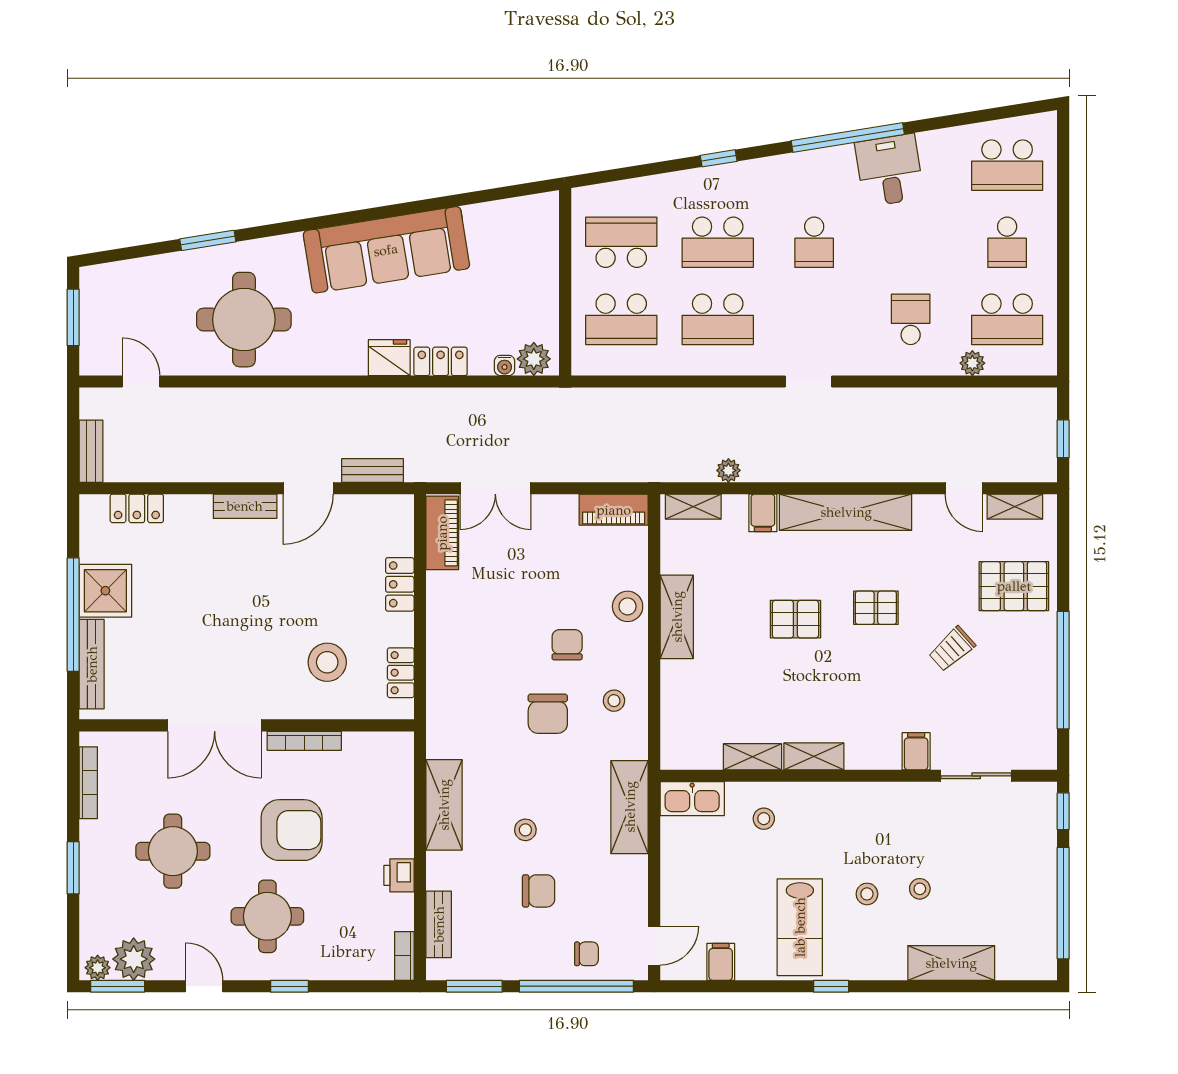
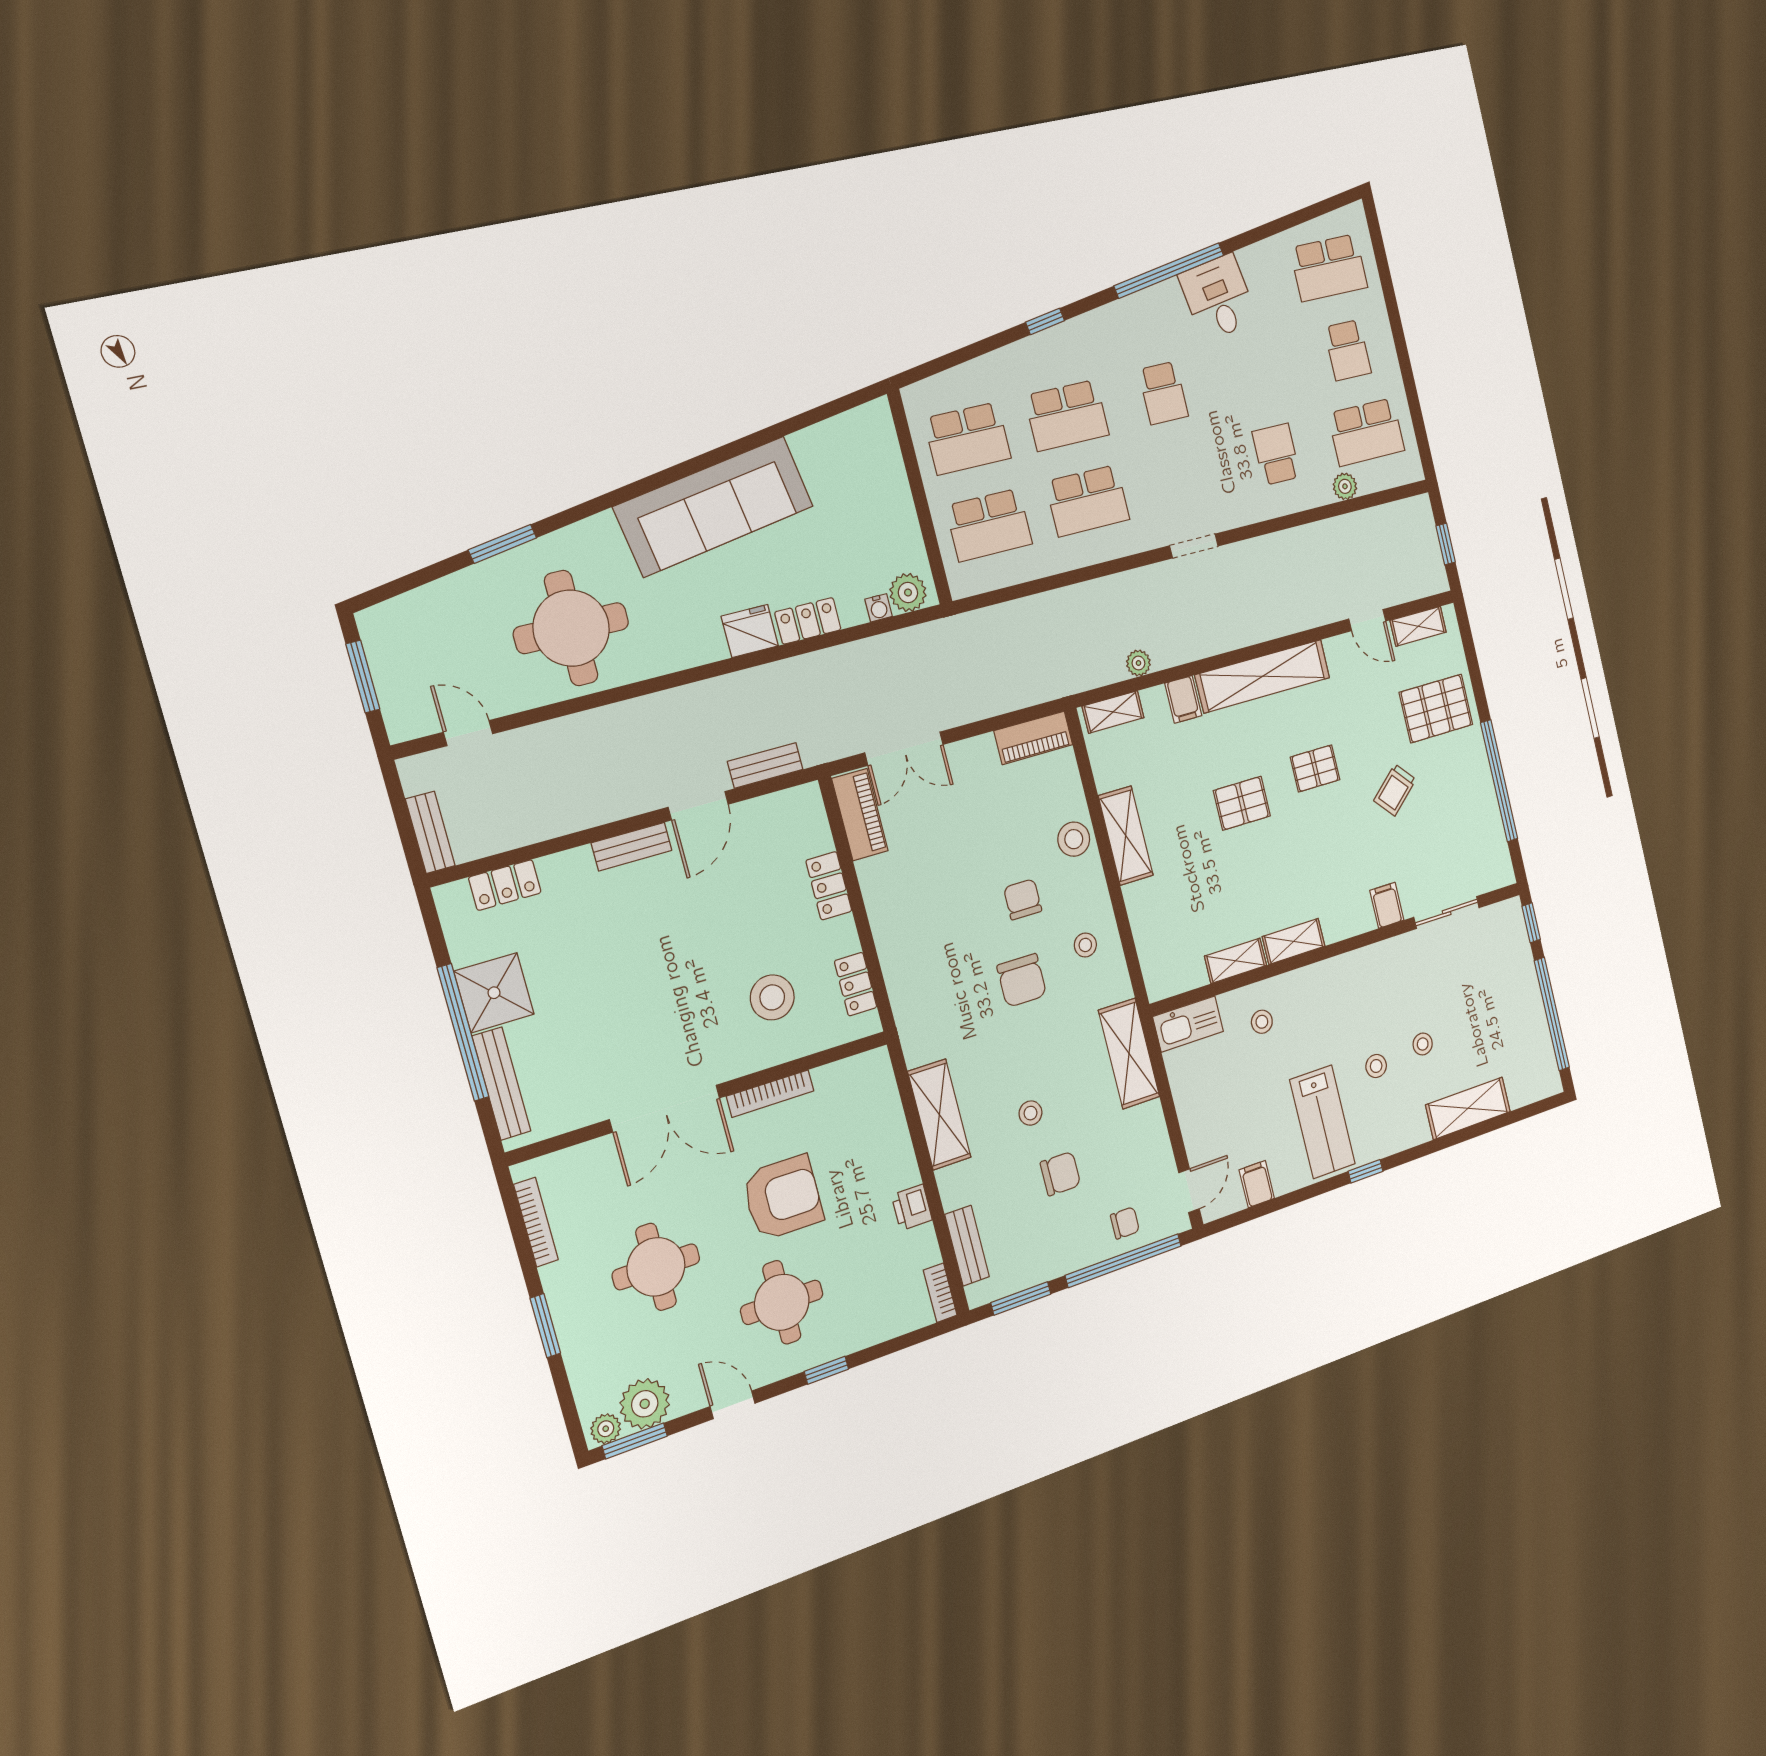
school desk: (621, 242) -> (967, 438), turned 180

